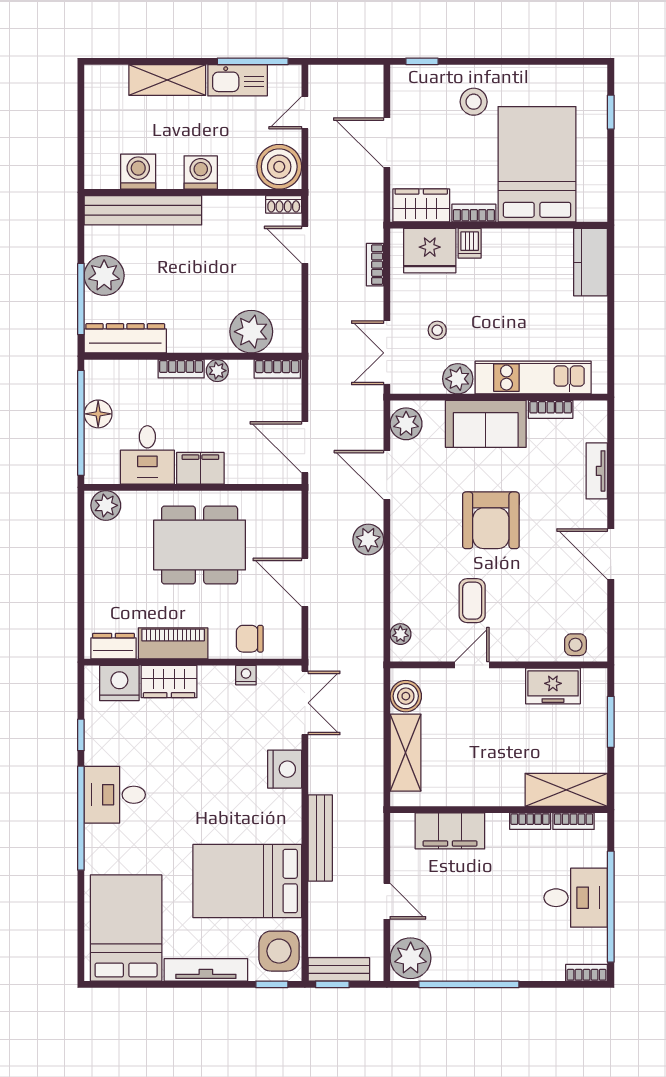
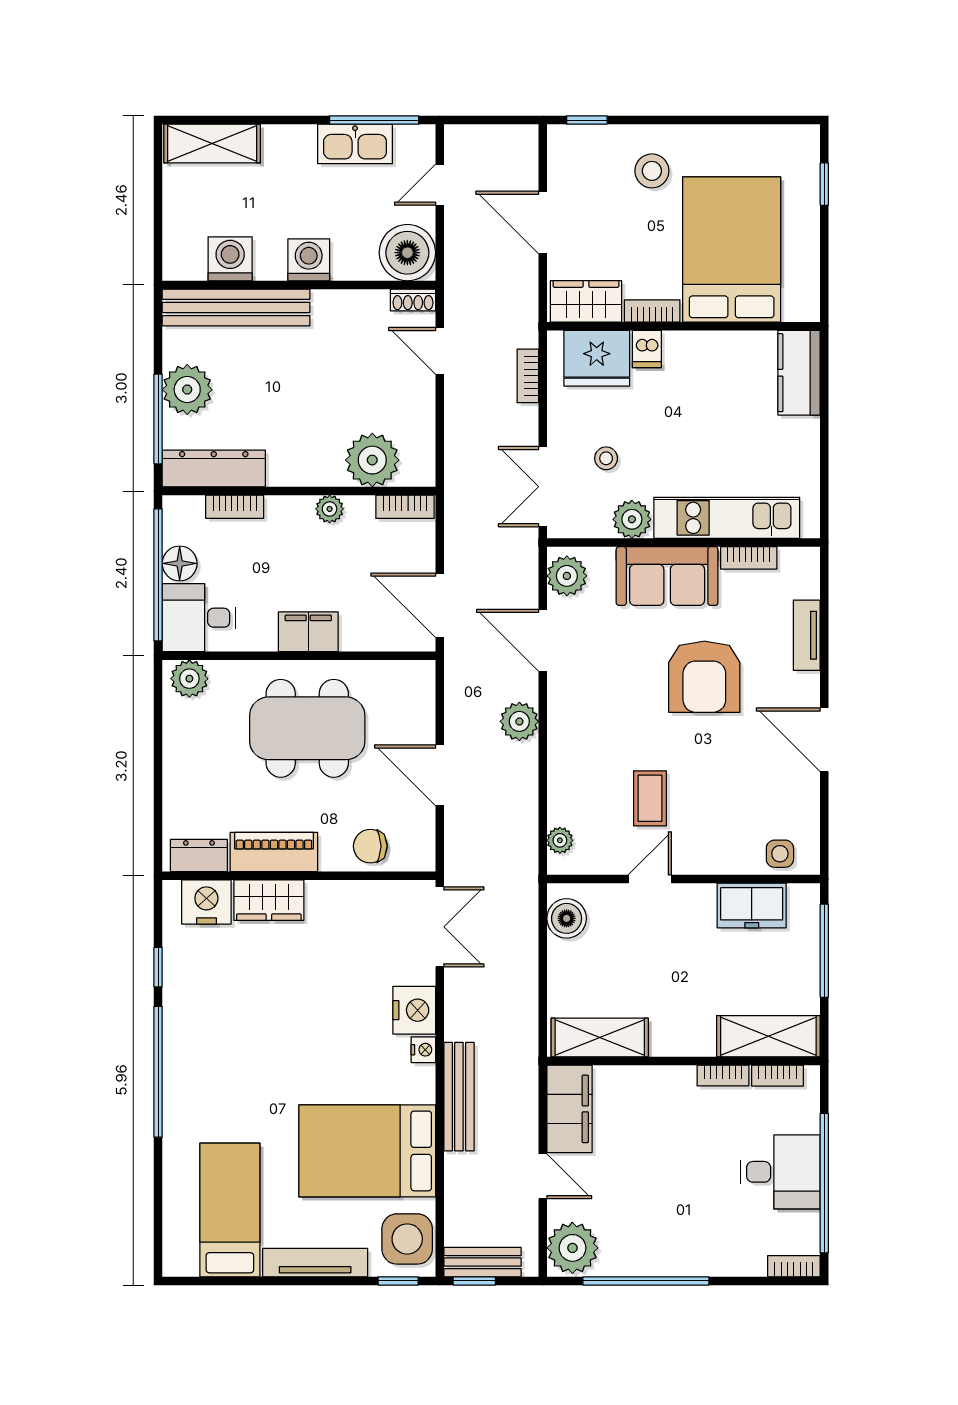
shelving: (167, 80) -> (212, 144), moved
bookcase: (181, 369) -> (235, 507), moved
desk: (147, 455) -> (199, 618), moved, turned 90
armchair: (491, 520) -> (704, 677), moved
nightstand: (246, 675) -> (423, 1050), moved, turned 90
window: (611, 722) -> (824, 951), width x1.44
shelving: (406, 753) -> (600, 1038), moved, turned 90
desk: (115, 795) -> (201, 1042), removed
filing cabinet: (450, 831) -> (569, 1109), moved, turned -90
bed: (126, 928) -> (230, 1210), width x0.67

